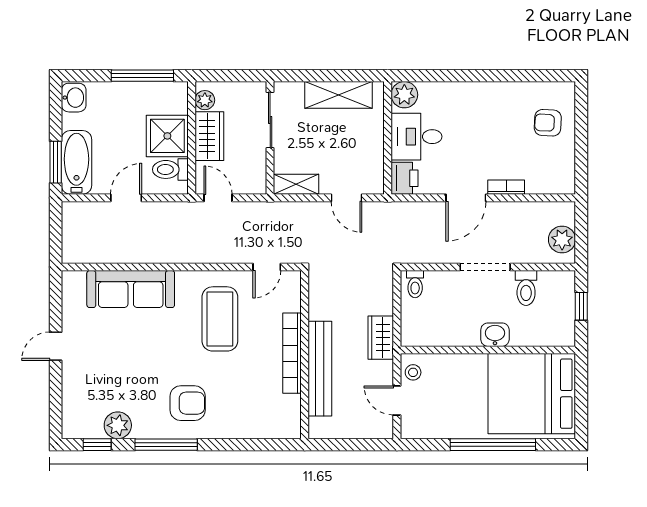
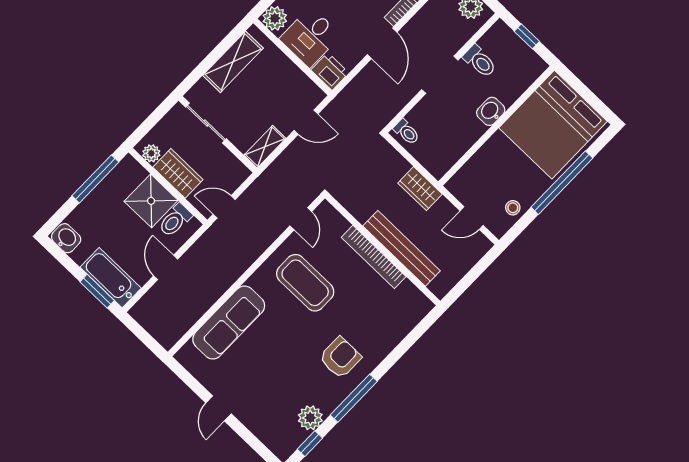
stool: (413, 372) -> (513, 208), moved

